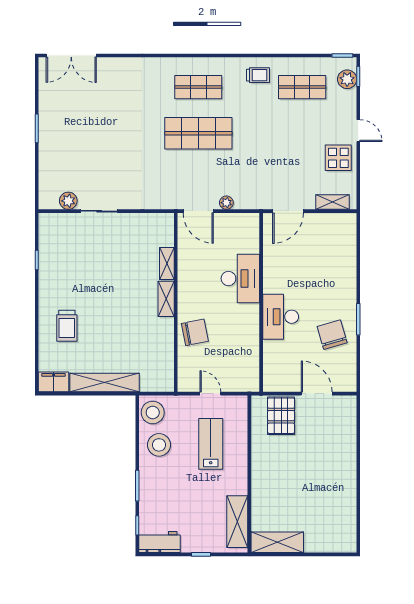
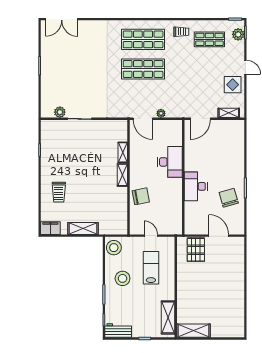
shop shelf: (198, 87) -> (143, 39), width x1.43, depth x1.36
shelving: (105, 383) -> (83, 228), width x0.68
stool: (159, 445) -> (123, 278), moved

